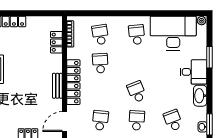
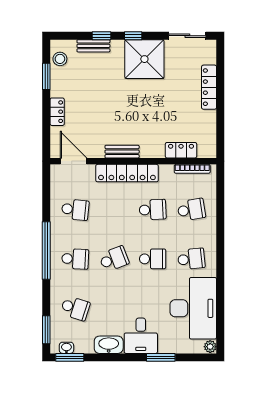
school desk: (137, 63) -> (153, 259), added
school desk: (173, 120) -> (75, 308), turned 39

